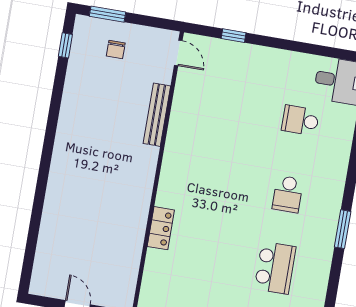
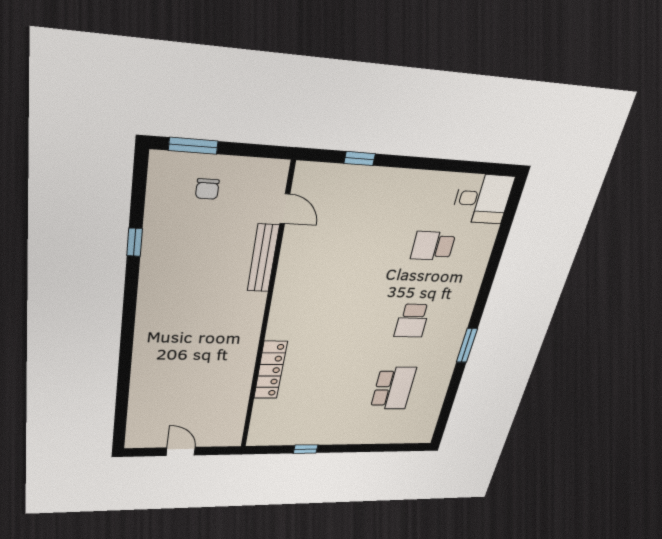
window: (65, 45) -> (135, 242), moved
door: (178, 53) -> (285, 209), moved
locker: (161, 228) -> (270, 370), width x1.53

